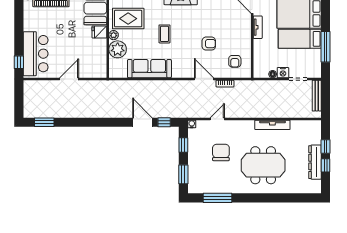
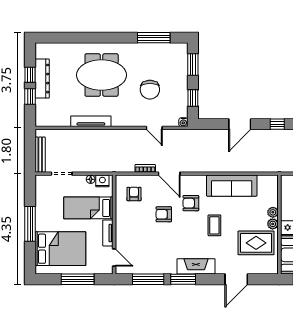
bed: (300, 39) -> (88, 208), moved, turned 180
window: (326, 47) -> (30, 224), moved
plant: (118, 49) -> (273, 212), width x0.53, depth x0.53
armchair: (185, 53) -> (191, 203), added
nightstand: (283, 73) -> (102, 181), moved
door: (217, 119) -> (154, 128), hinge flipped
door: (142, 122) -> (240, 124), hinge flipped
window: (164, 122) -> (277, 124), moved

